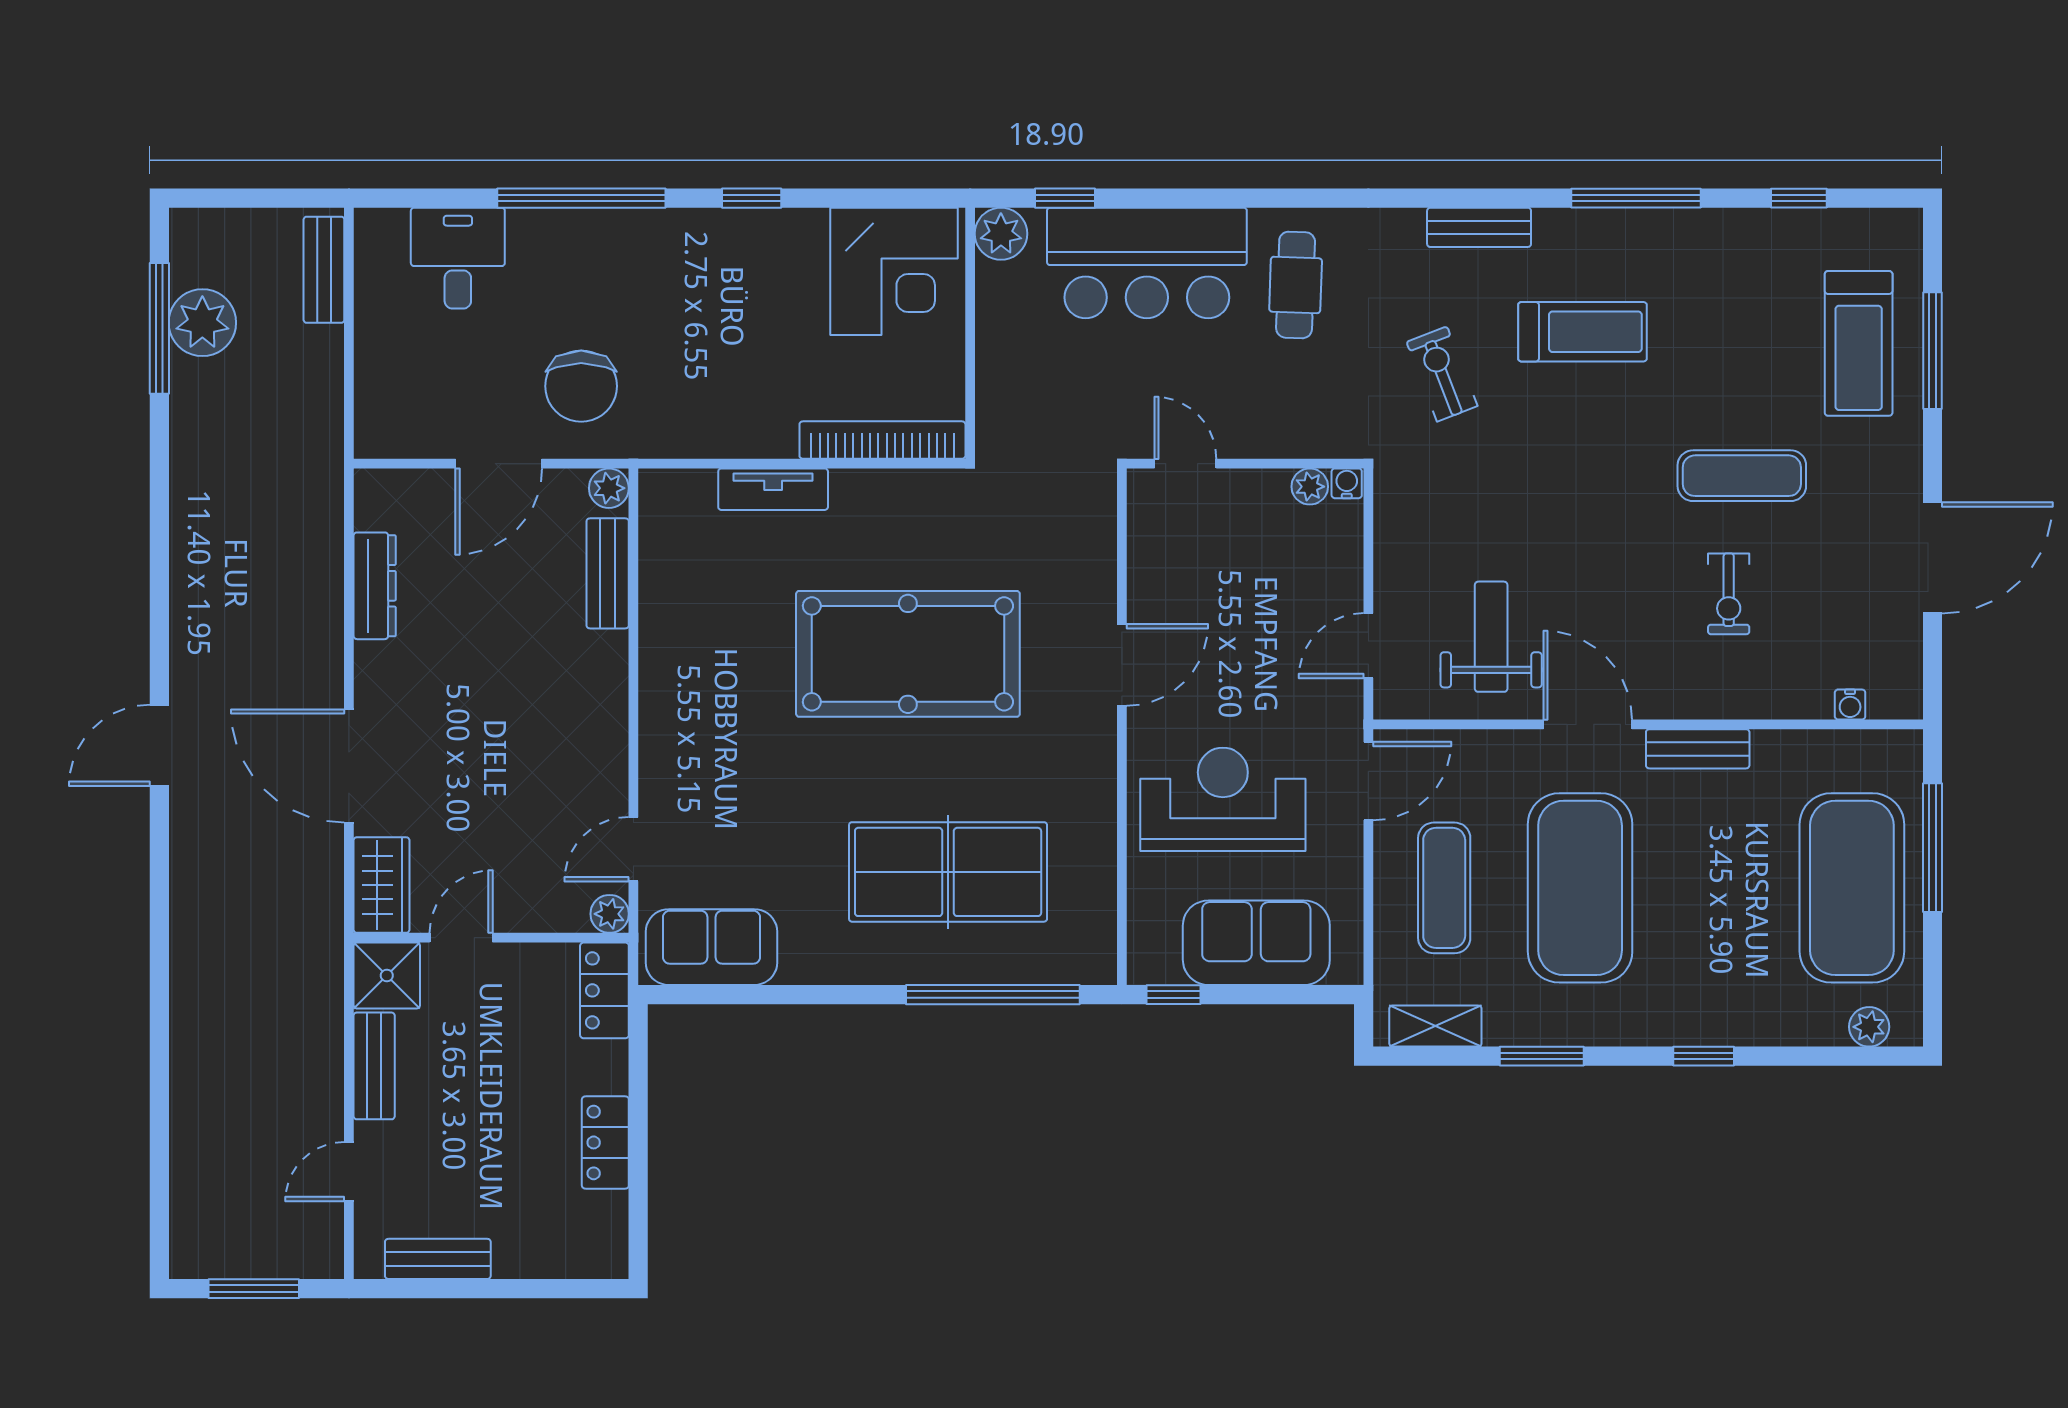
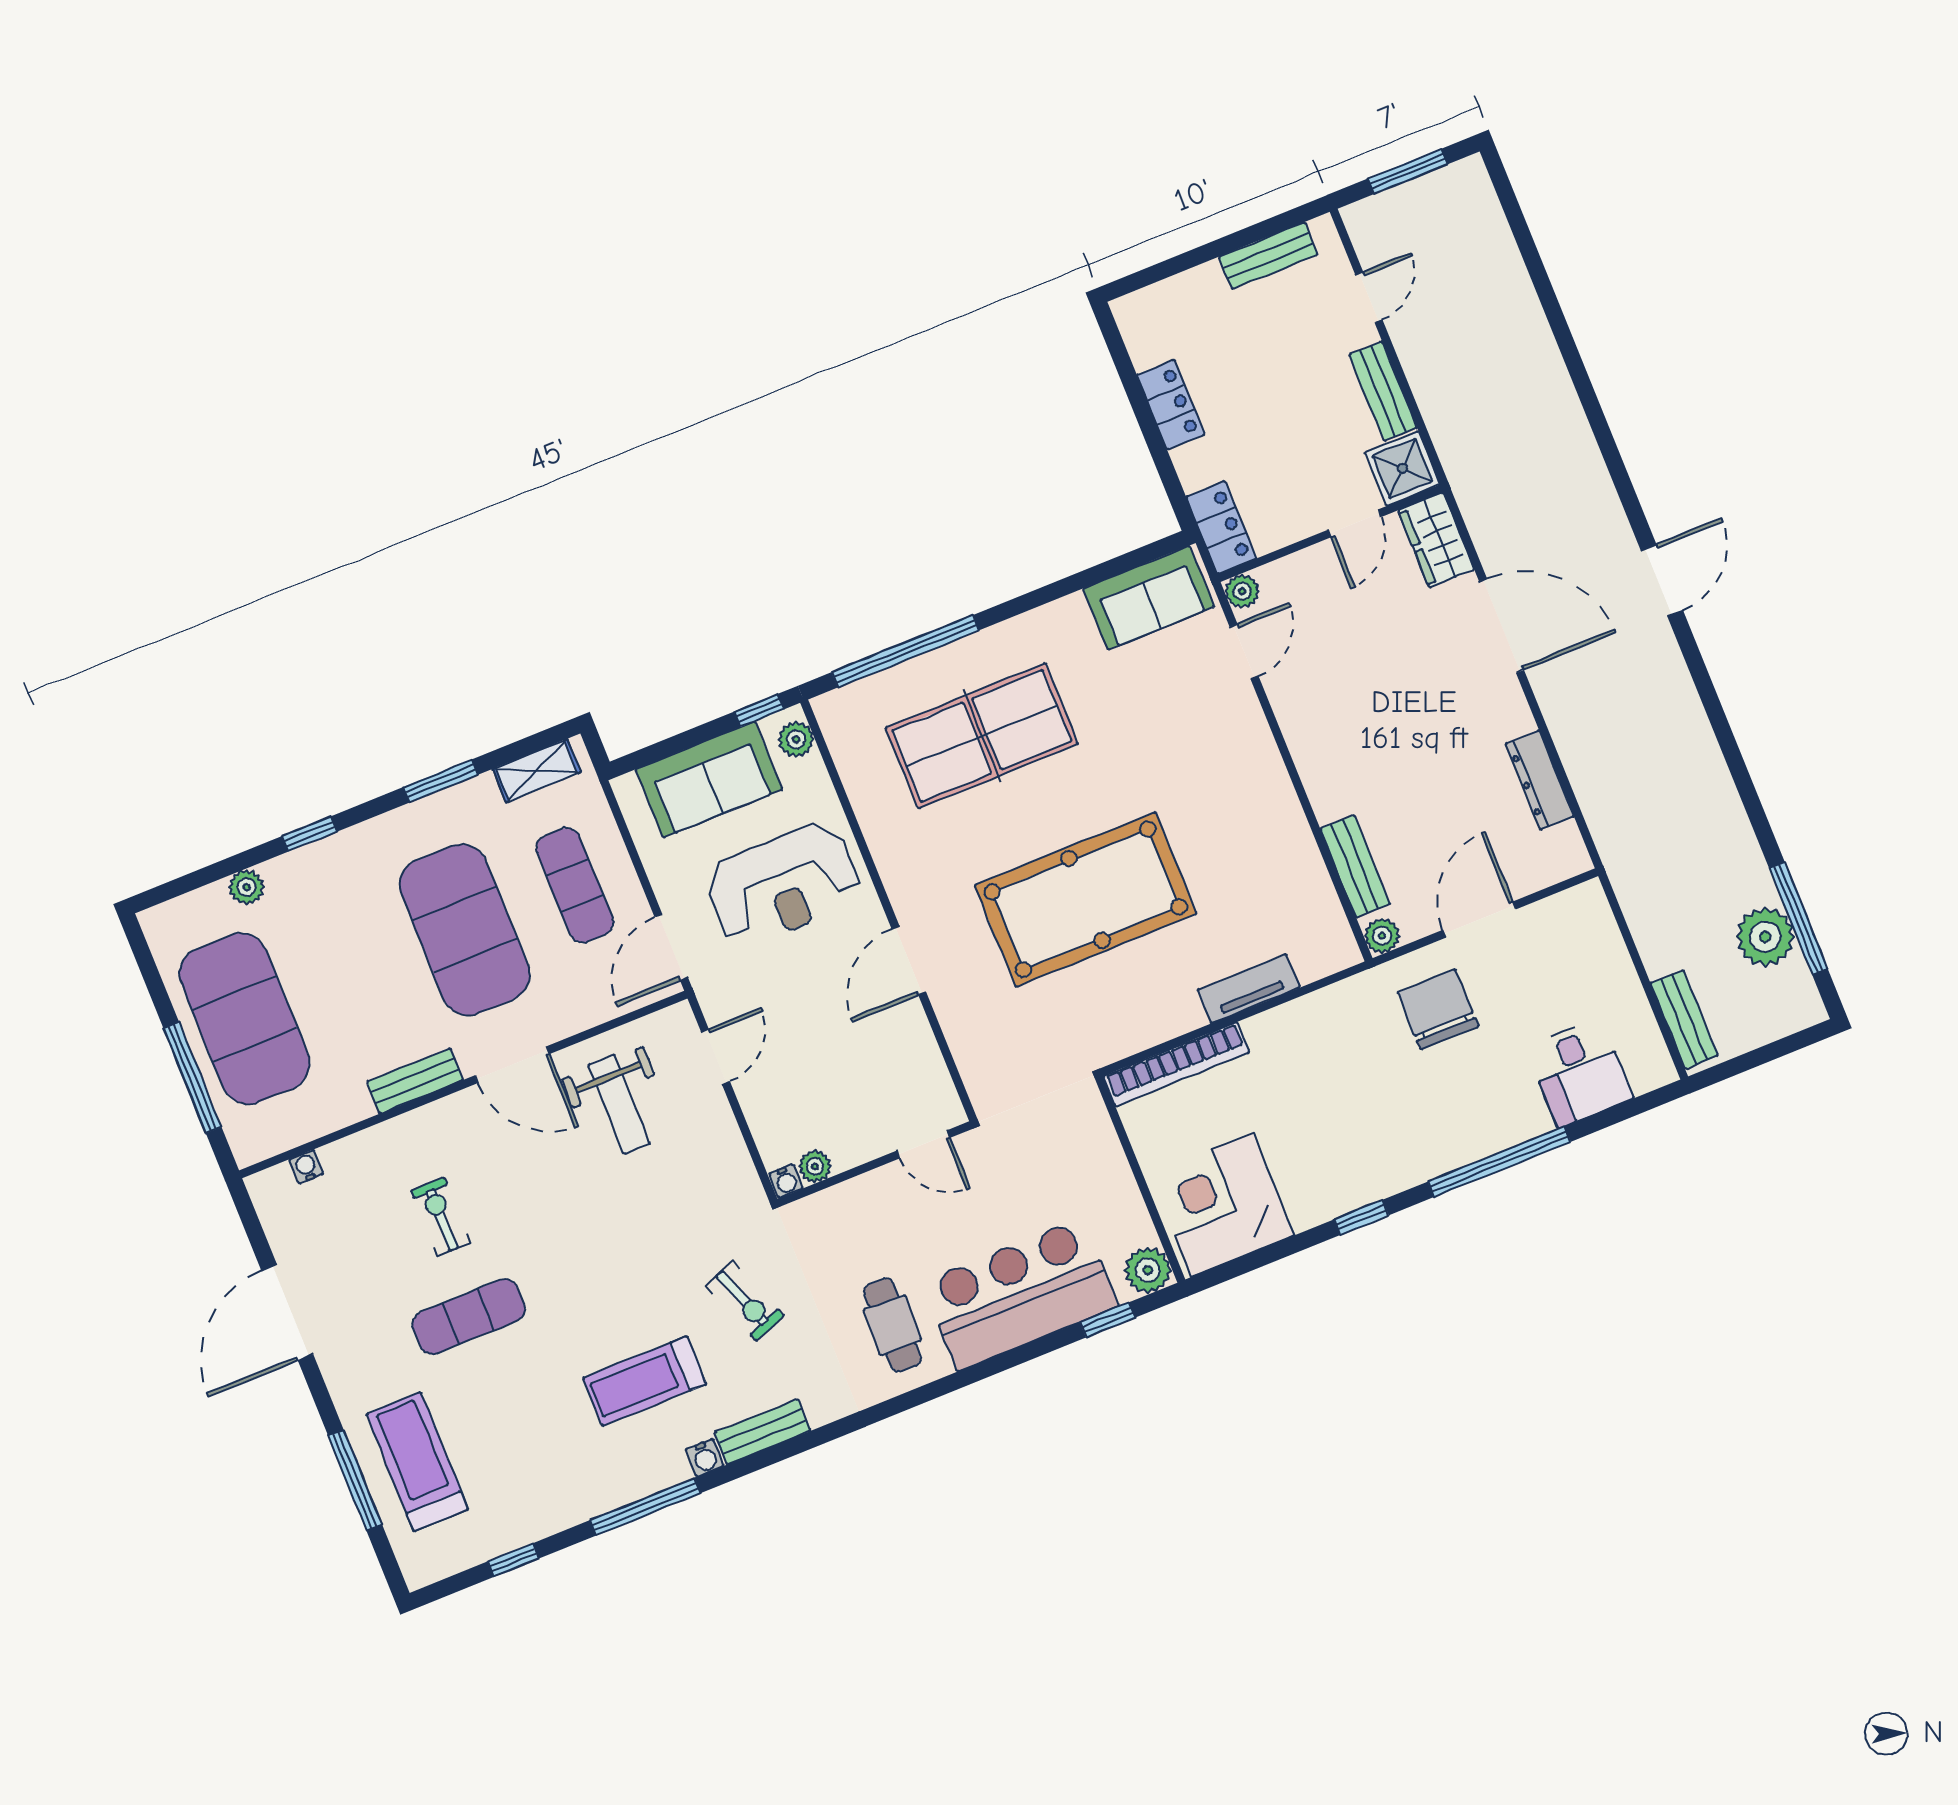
water cooler: (1552, 225) -> (705, 1458), added
plant: (1147, 948) -> (796, 739), added
plant: (1869, 1027) -> (247, 887), moved

